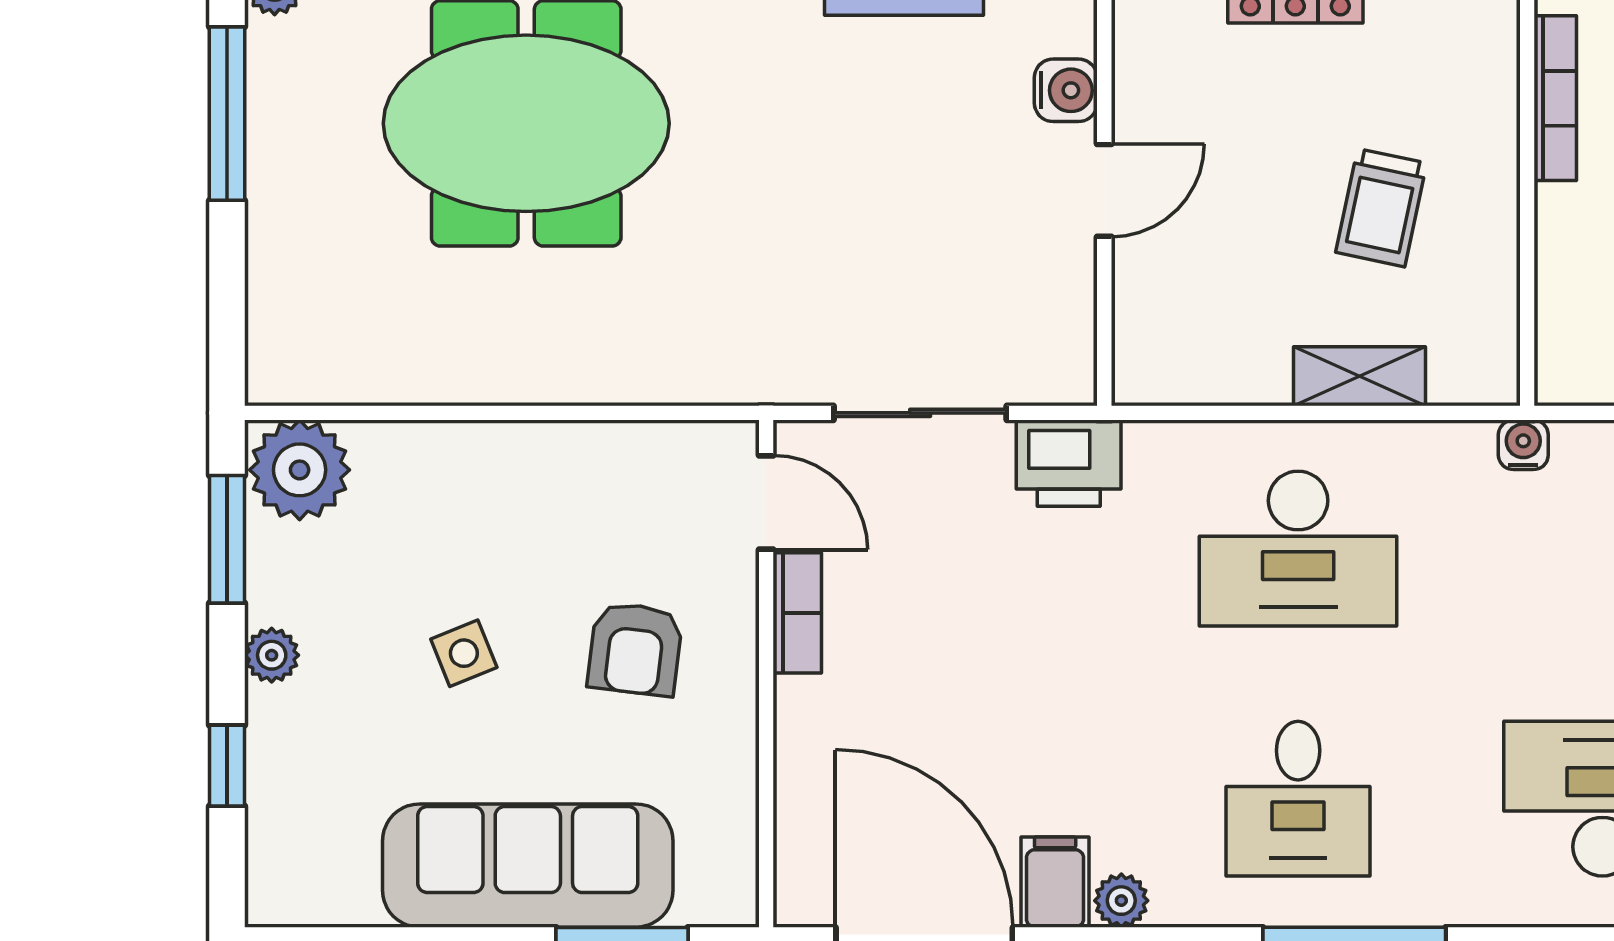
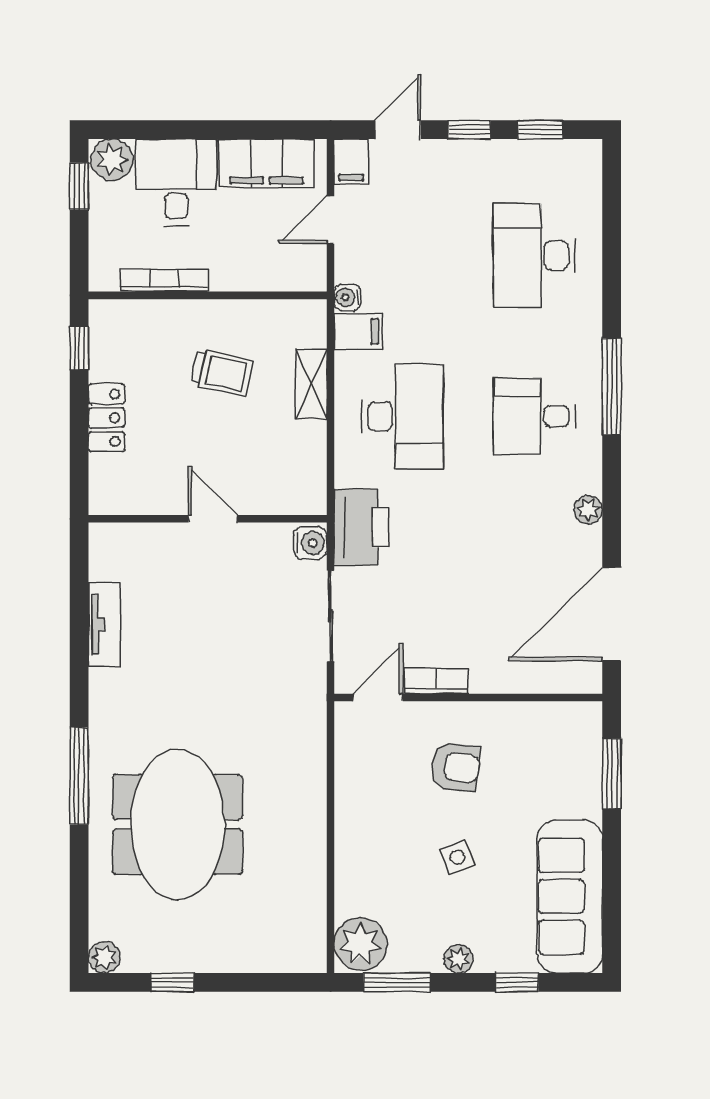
water cooler: (1066, 90) -> (310, 543), moved, turned 90
window: (227, 114) -> (172, 982), width x0.46
printer: (1069, 463) -> (361, 527), width x1.37, depth x1.19
desk: (1298, 799) -> (534, 416), turned 180
sofa: (528, 866) -> (570, 896), moved
filing cabinet: (1055, 882) -> (358, 331), moved, turned 180

